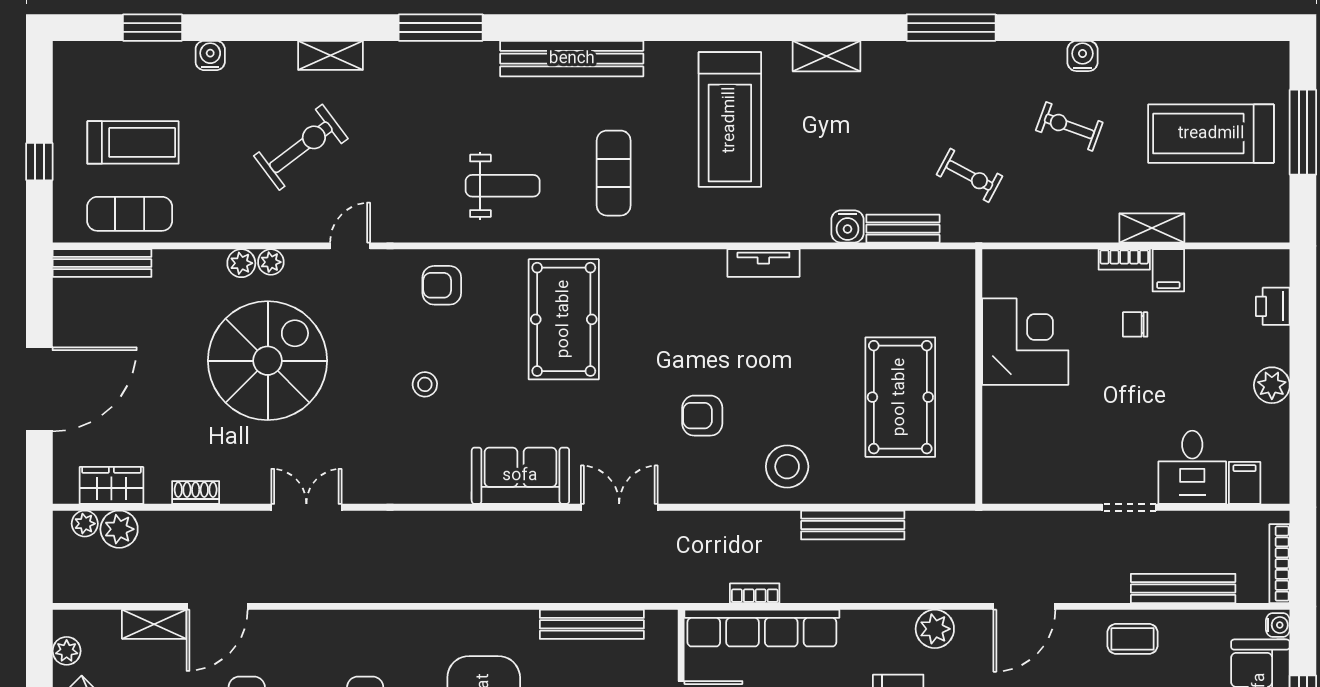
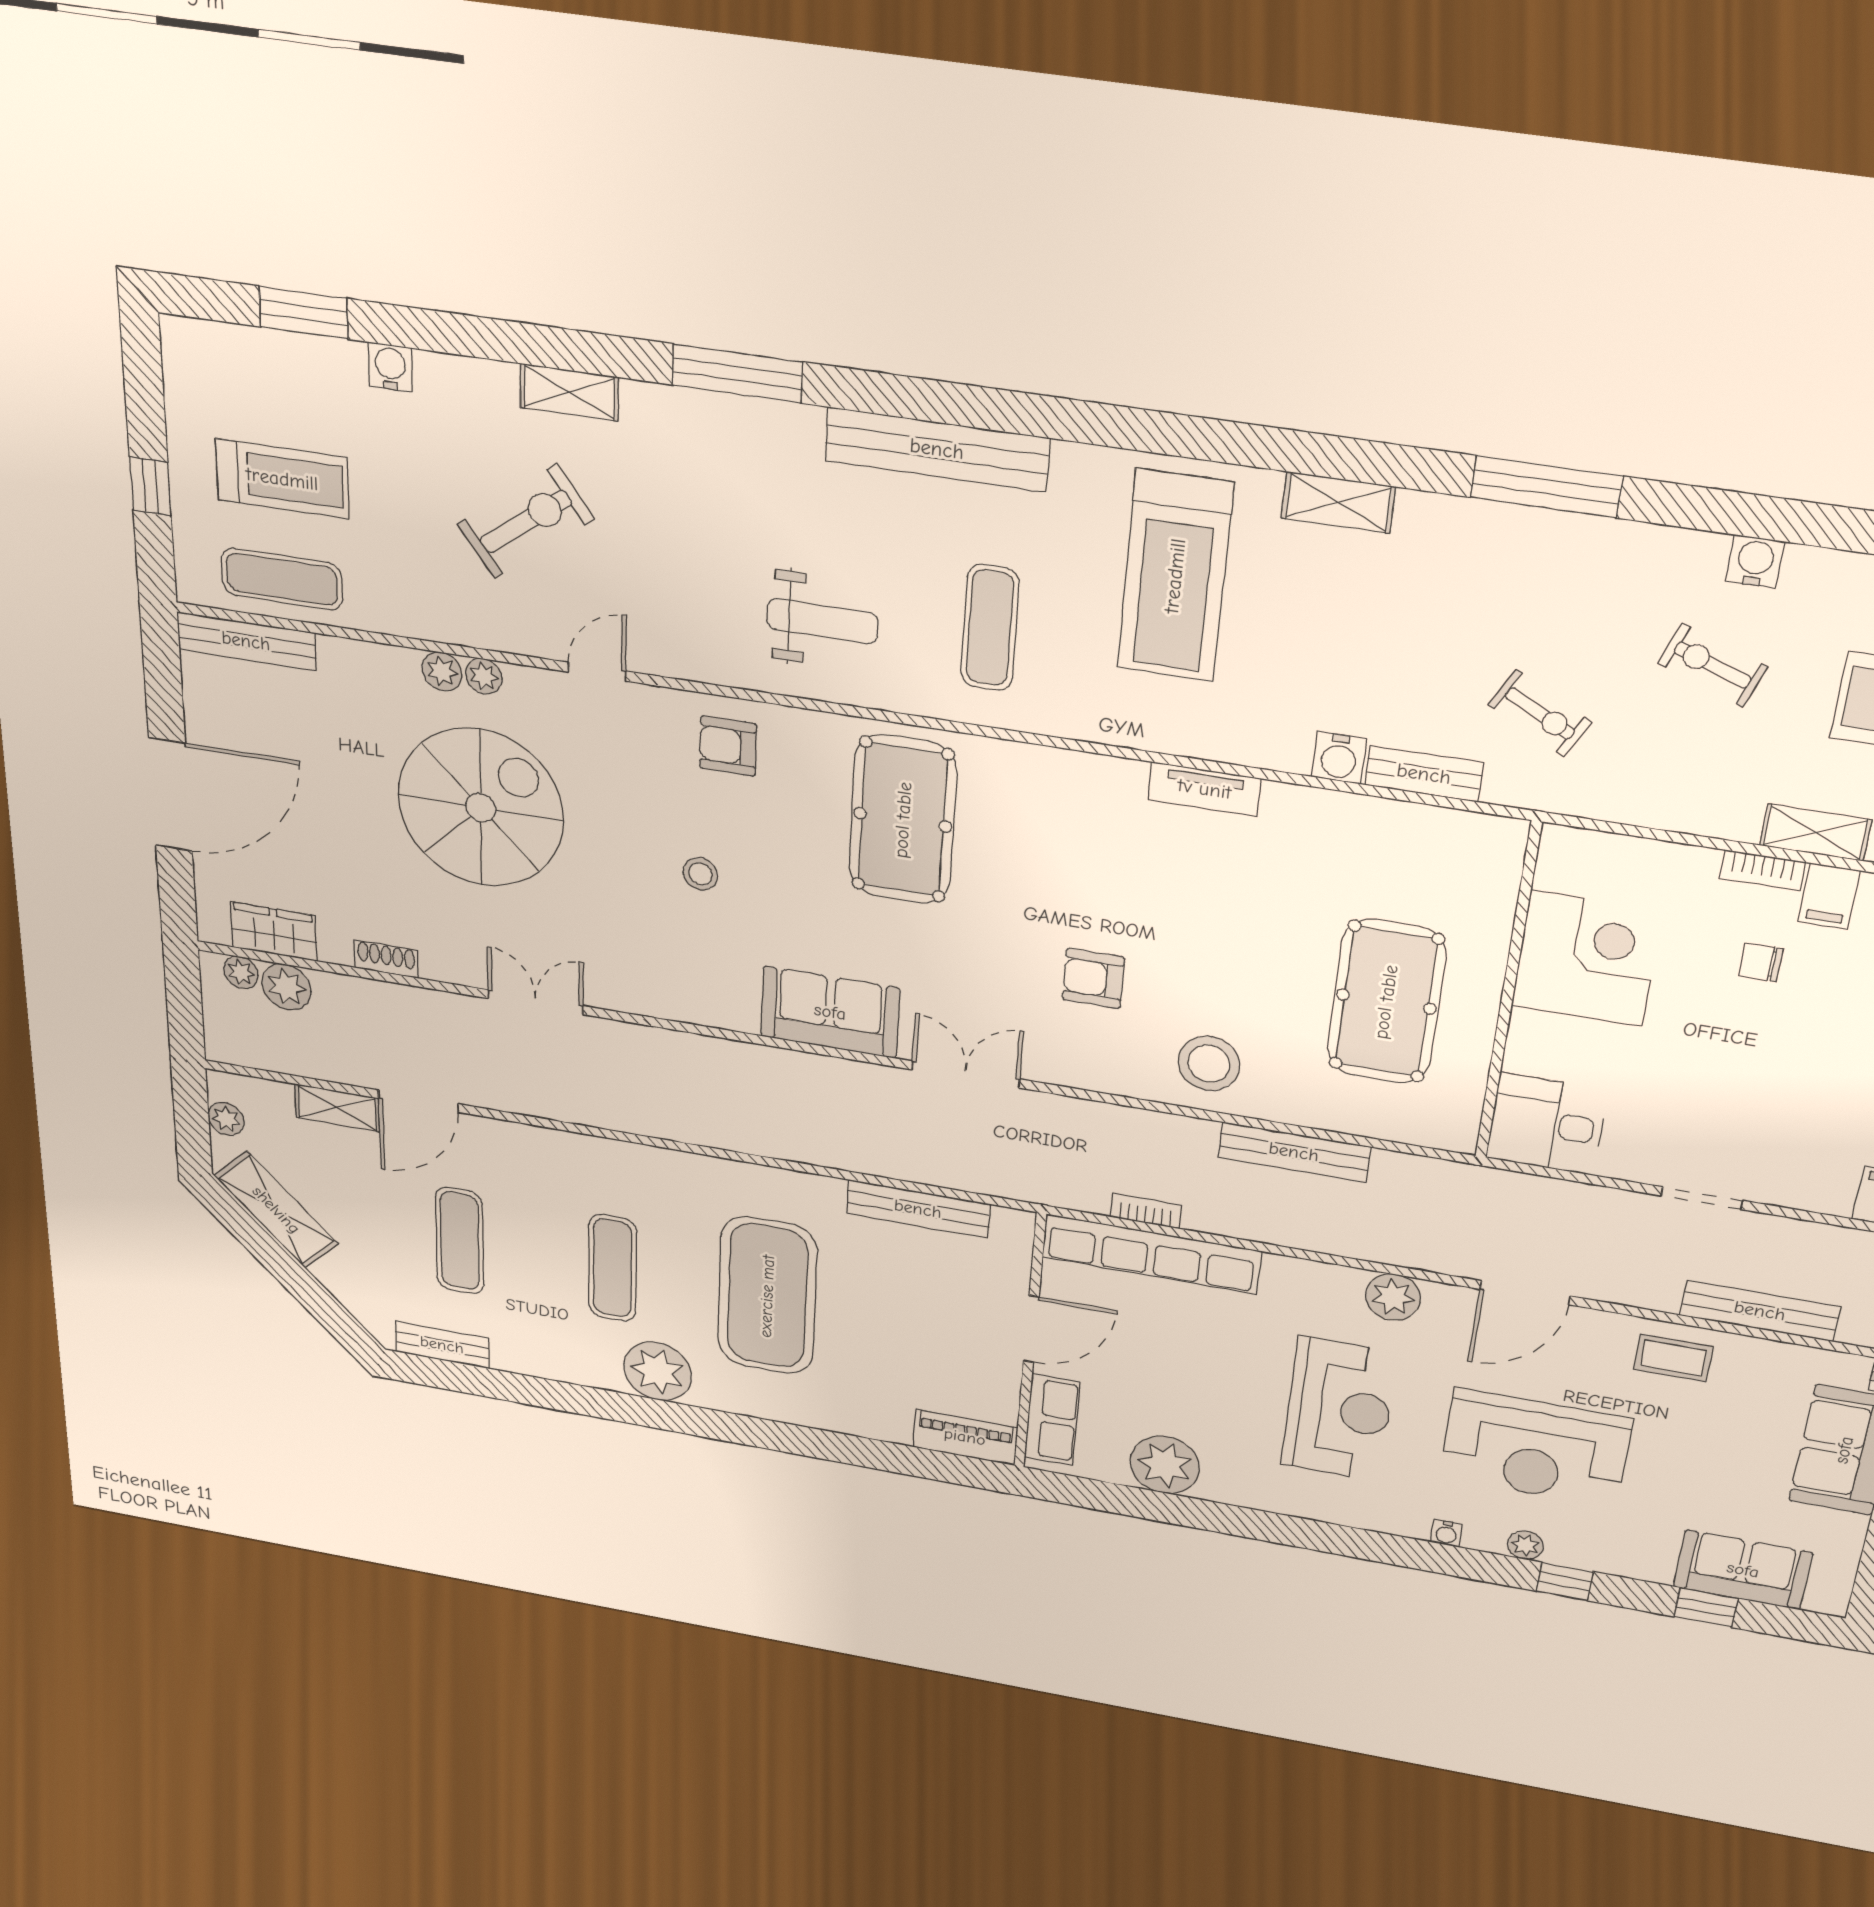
desk: (1192, 467) -> (1547, 1124), moved, turned 90

